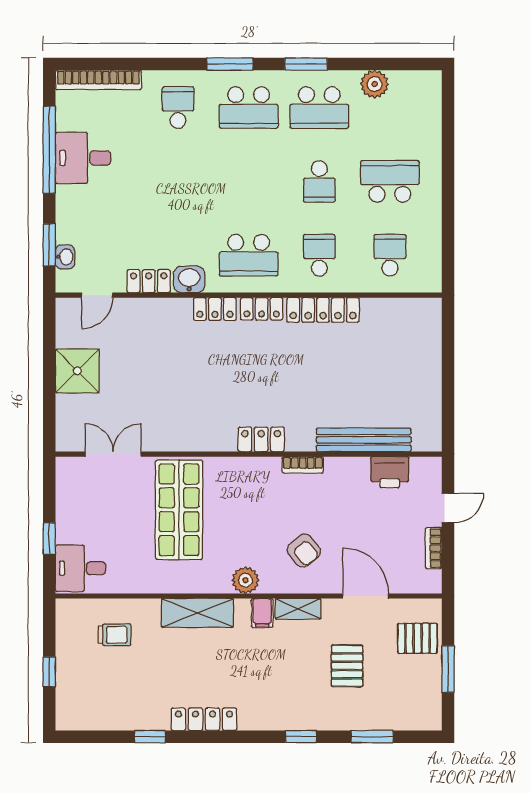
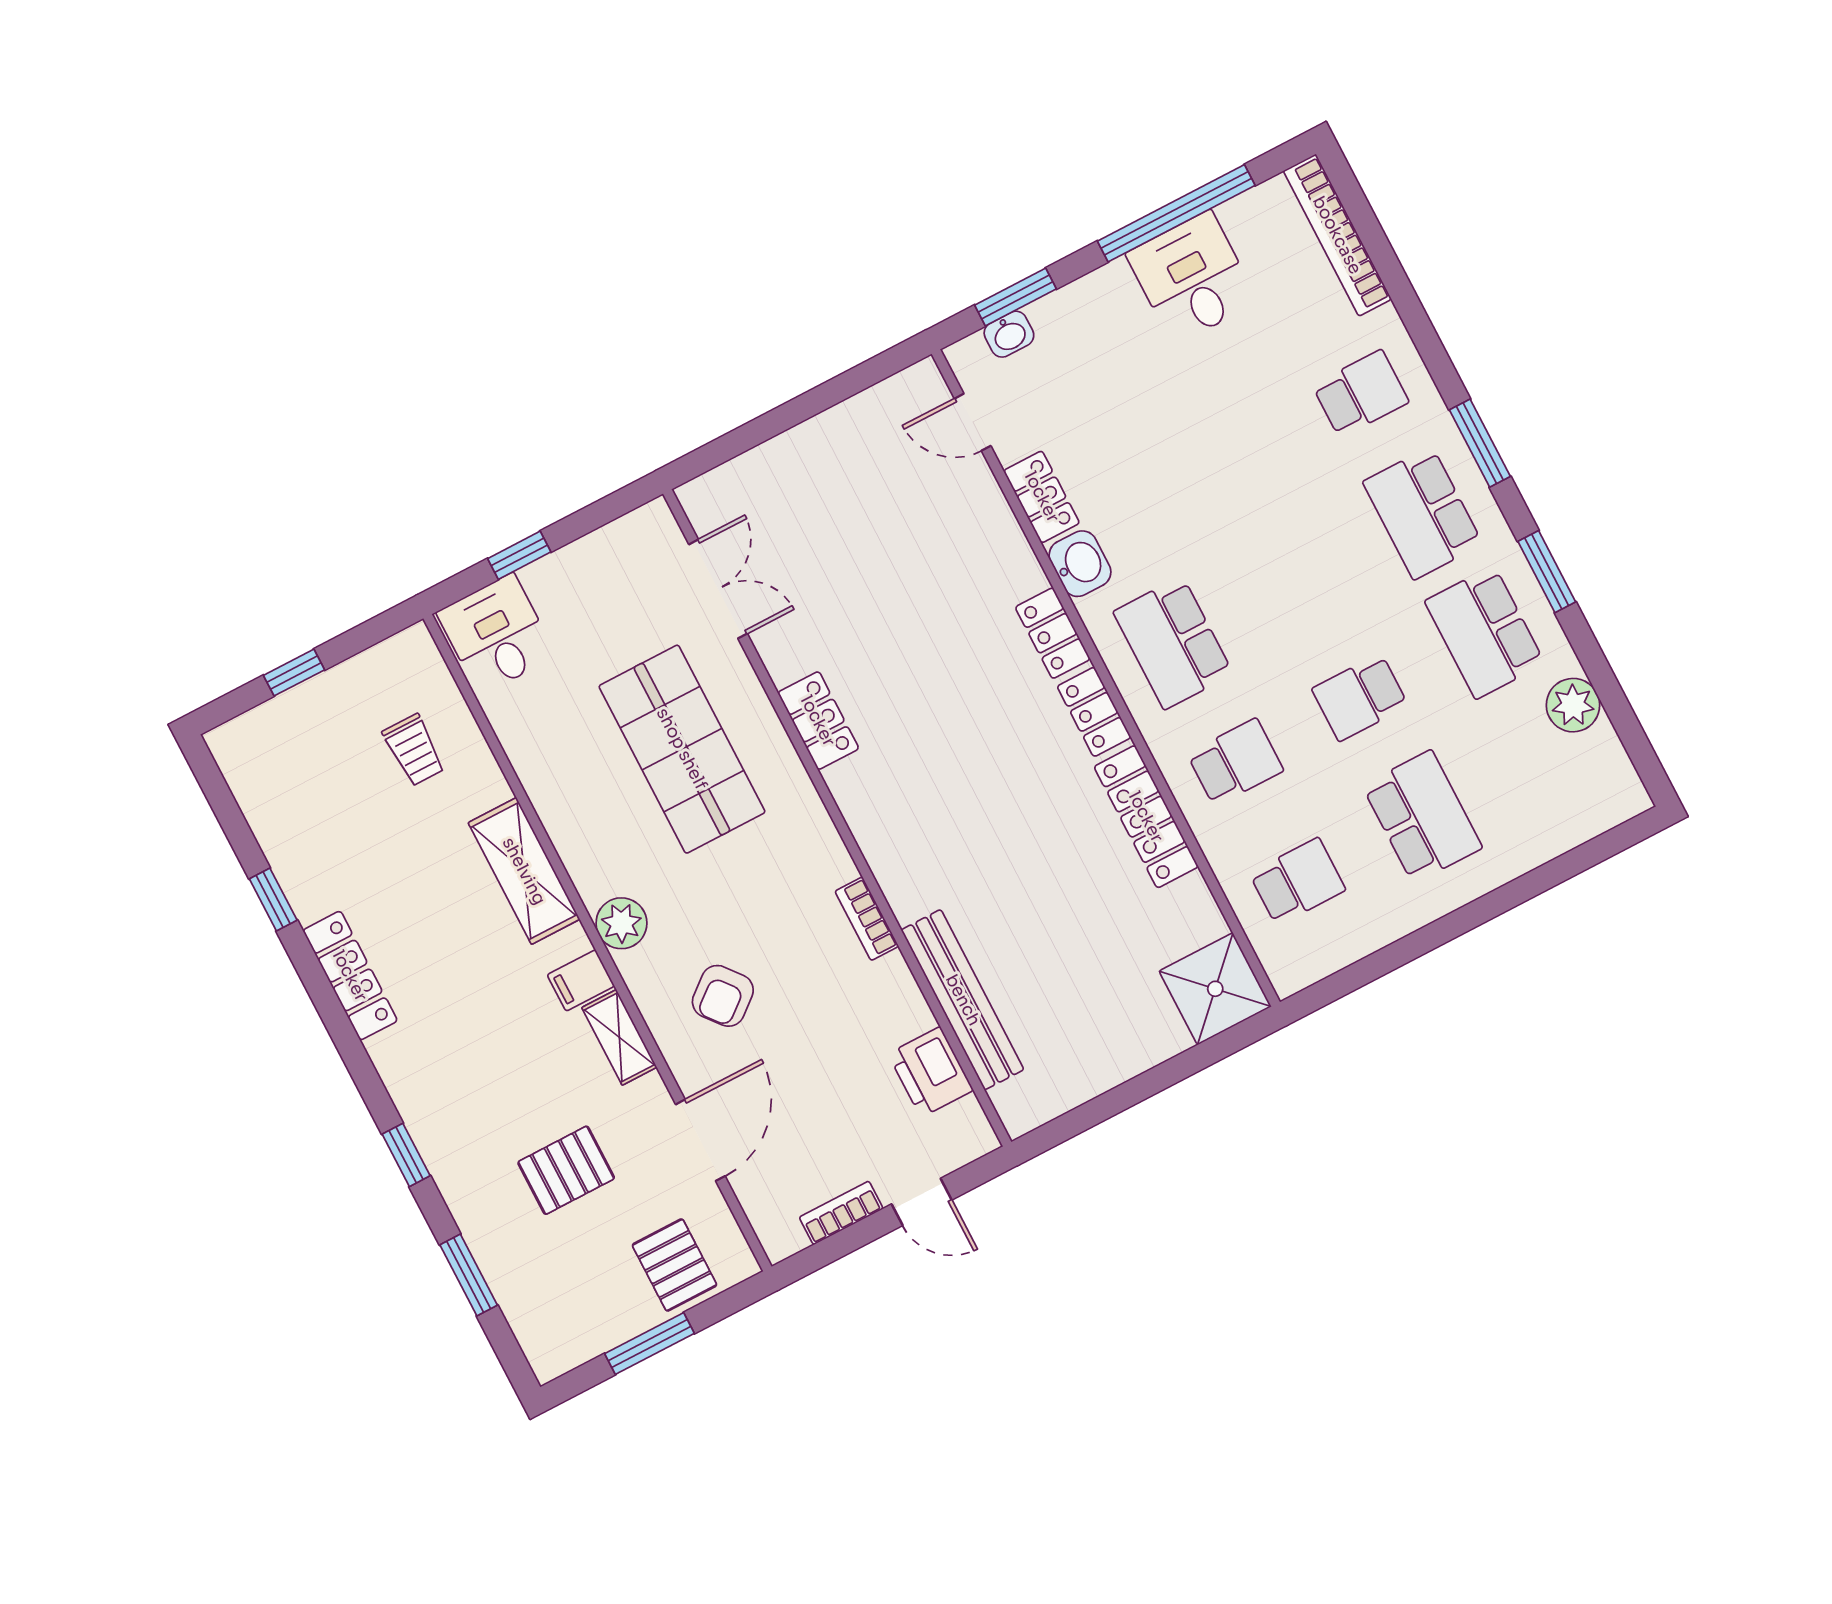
shower: (77, 371) -> (1215, 989), moved
locker: (261, 439) -> (818, 721), moved
shop shelf: (179, 510) -> (682, 749), turned 90

